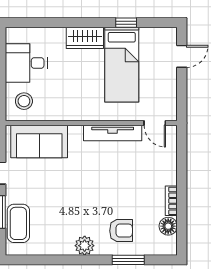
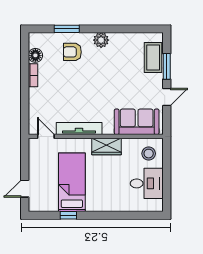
wardrobe: (85, 38) -> (107, 146), moved, turned 180

